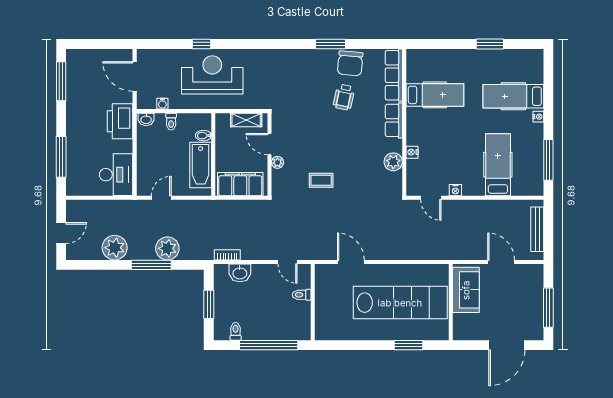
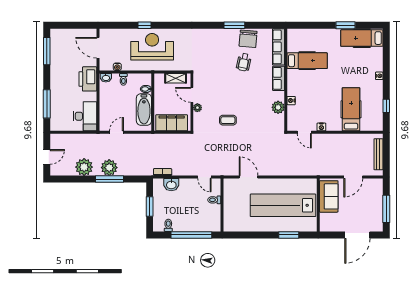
hospital bed: (513, 96) -> (362, 38), moved
window: (548, 160) -> (386, 106), width x0.46
plant: (167, 248) -> (109, 168), moved
door: (501, 262) -> (353, 177), swing flipped
lab bench: (400, 303) -> (283, 205), turned 180

